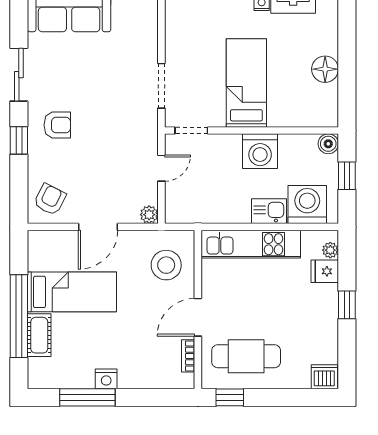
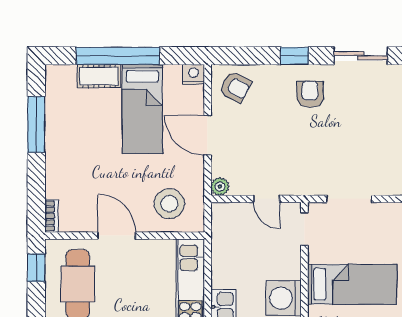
armchair: (57, 125) -> (310, 94), turned 180
bookcase: (188, 356) -> (51, 216), moved, turned 90
nightstand: (106, 379) -> (193, 74), moved, turned 90

